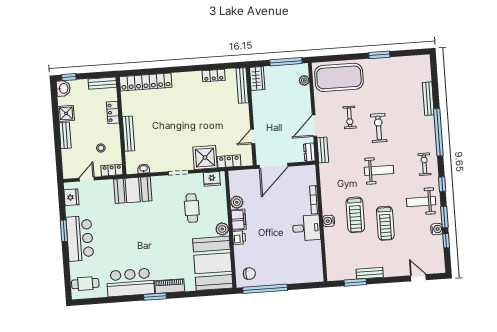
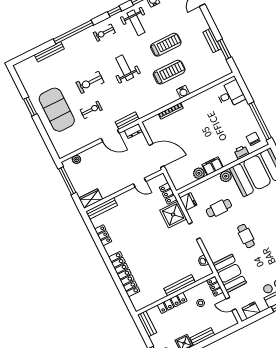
exercise mat: (339, 77) -> (57, 110), moved
locker: (146, 82) -> (124, 274), moved
locker: (113, 113) -> (172, 303), width x1.53
booth: (133, 190) -> (230, 273), moved
cafe table: (151, 224) -> (246, 236), added
desk: (306, 228) -> (231, 94), moved, turned 90
printer: (239, 238) -> (241, 152), moved

